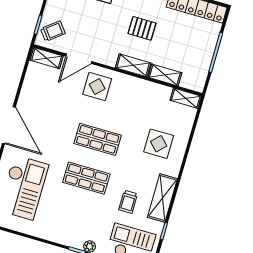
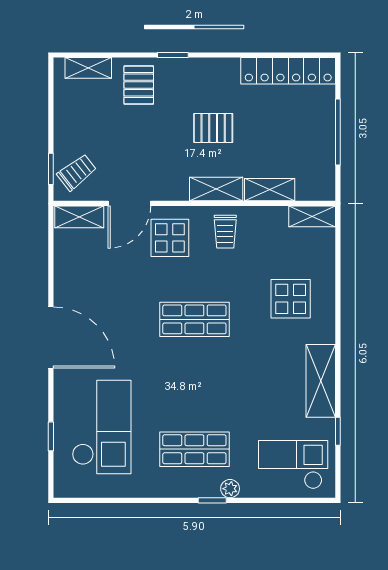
shop shelf: (86, 178) -> (194, 449), moved
trolley: (128, 202) -> (225, 232), moved

